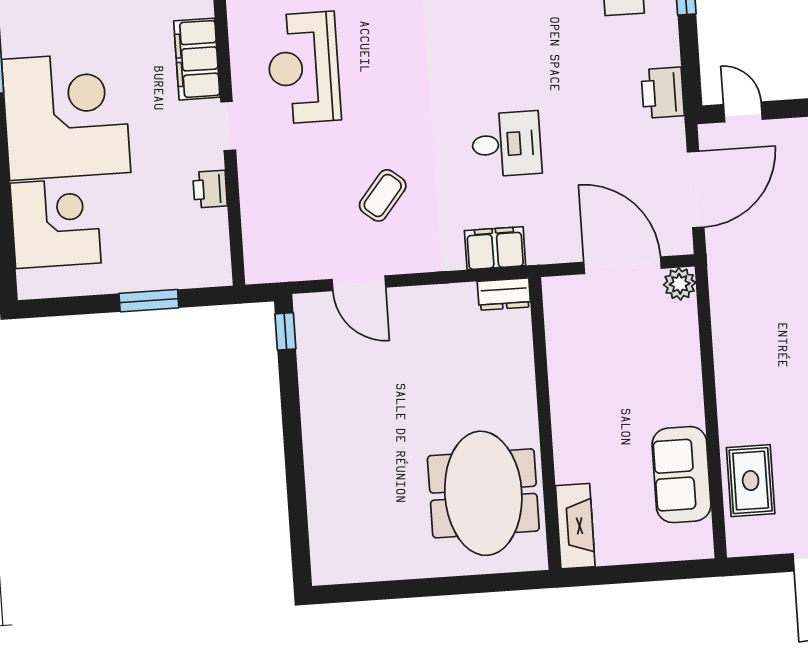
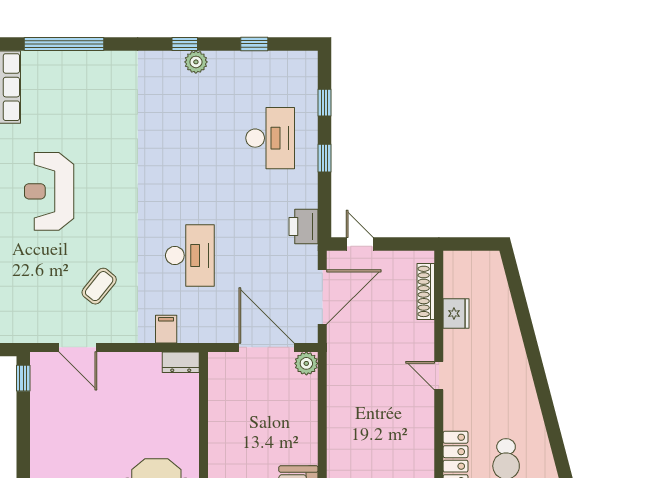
desk: (507, 144) -> (190, 255), width x1.37
filing cabinet: (495, 248) -> (166, 329), width x0.50

